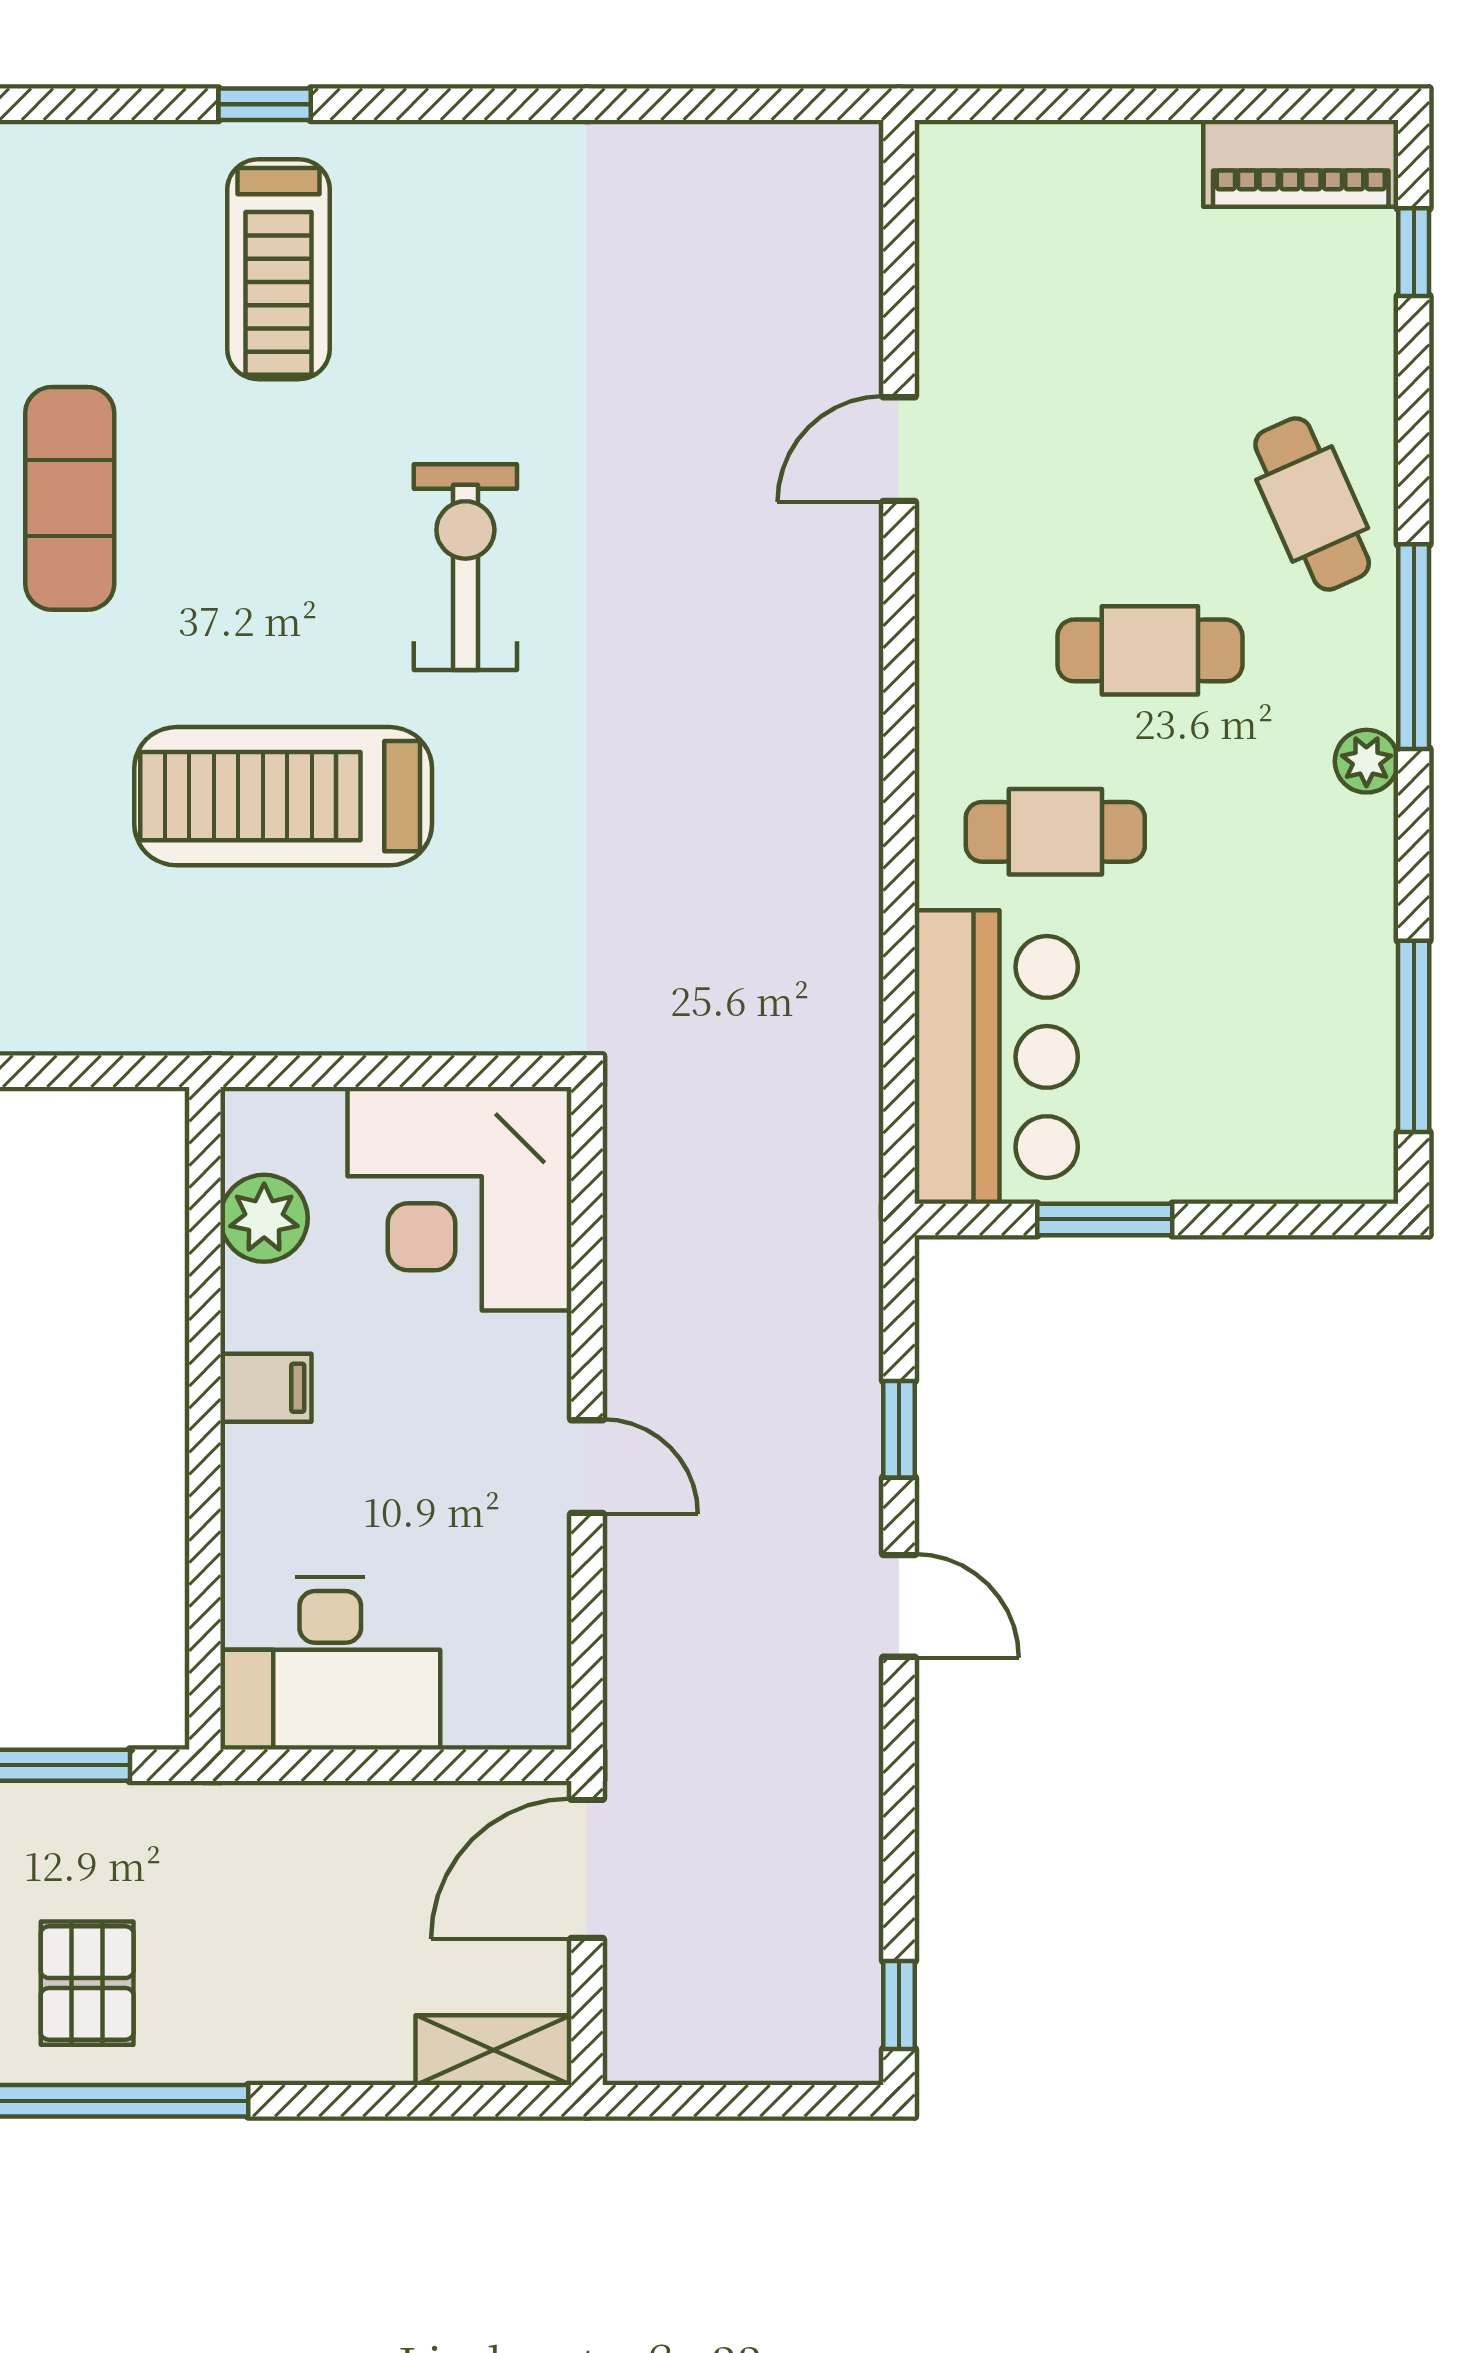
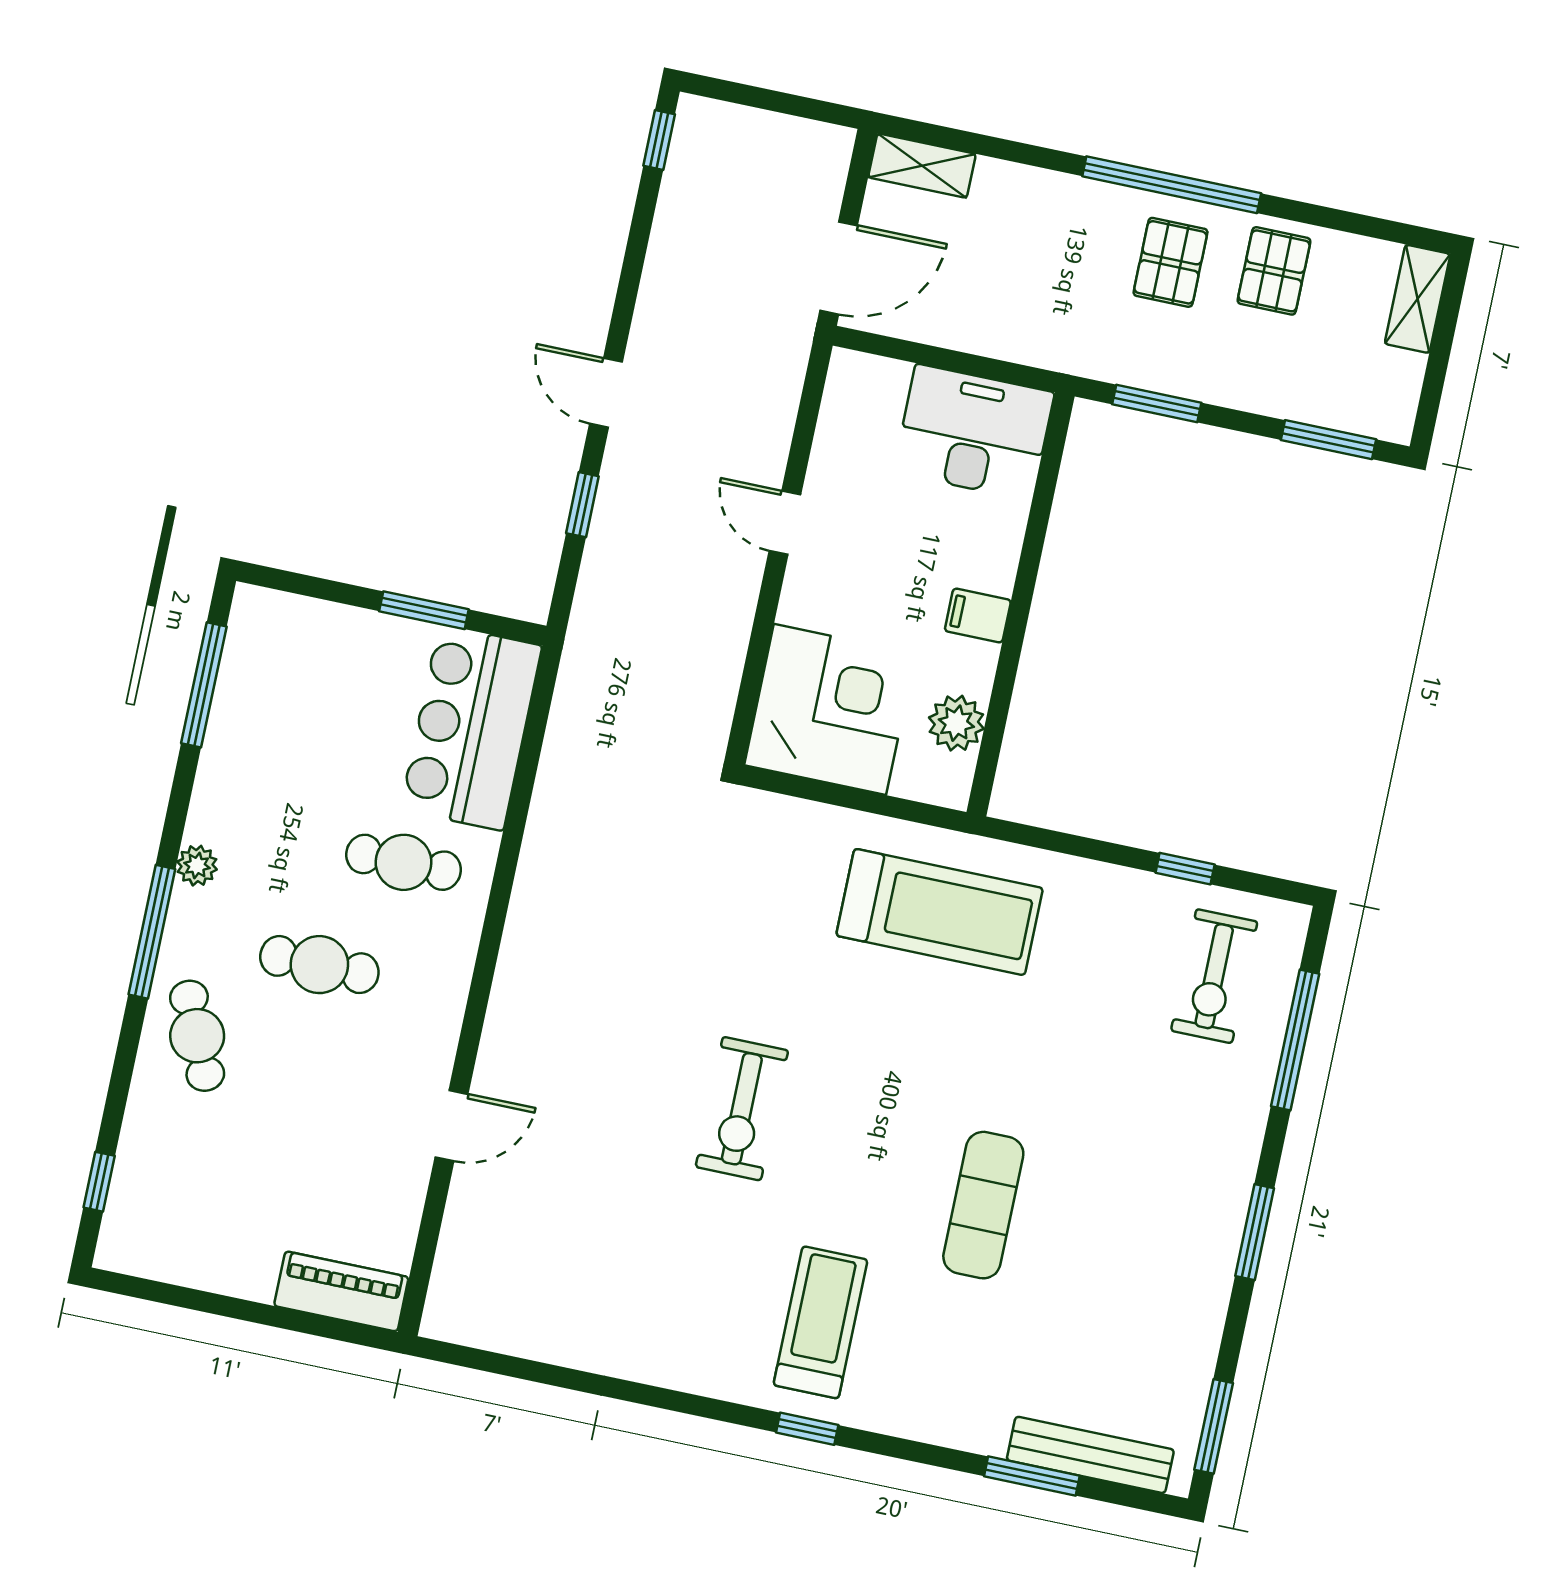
piano: (1301, 163) -> (341, 1291), moved
treadmill: (283, 796) -> (940, 912), moved

